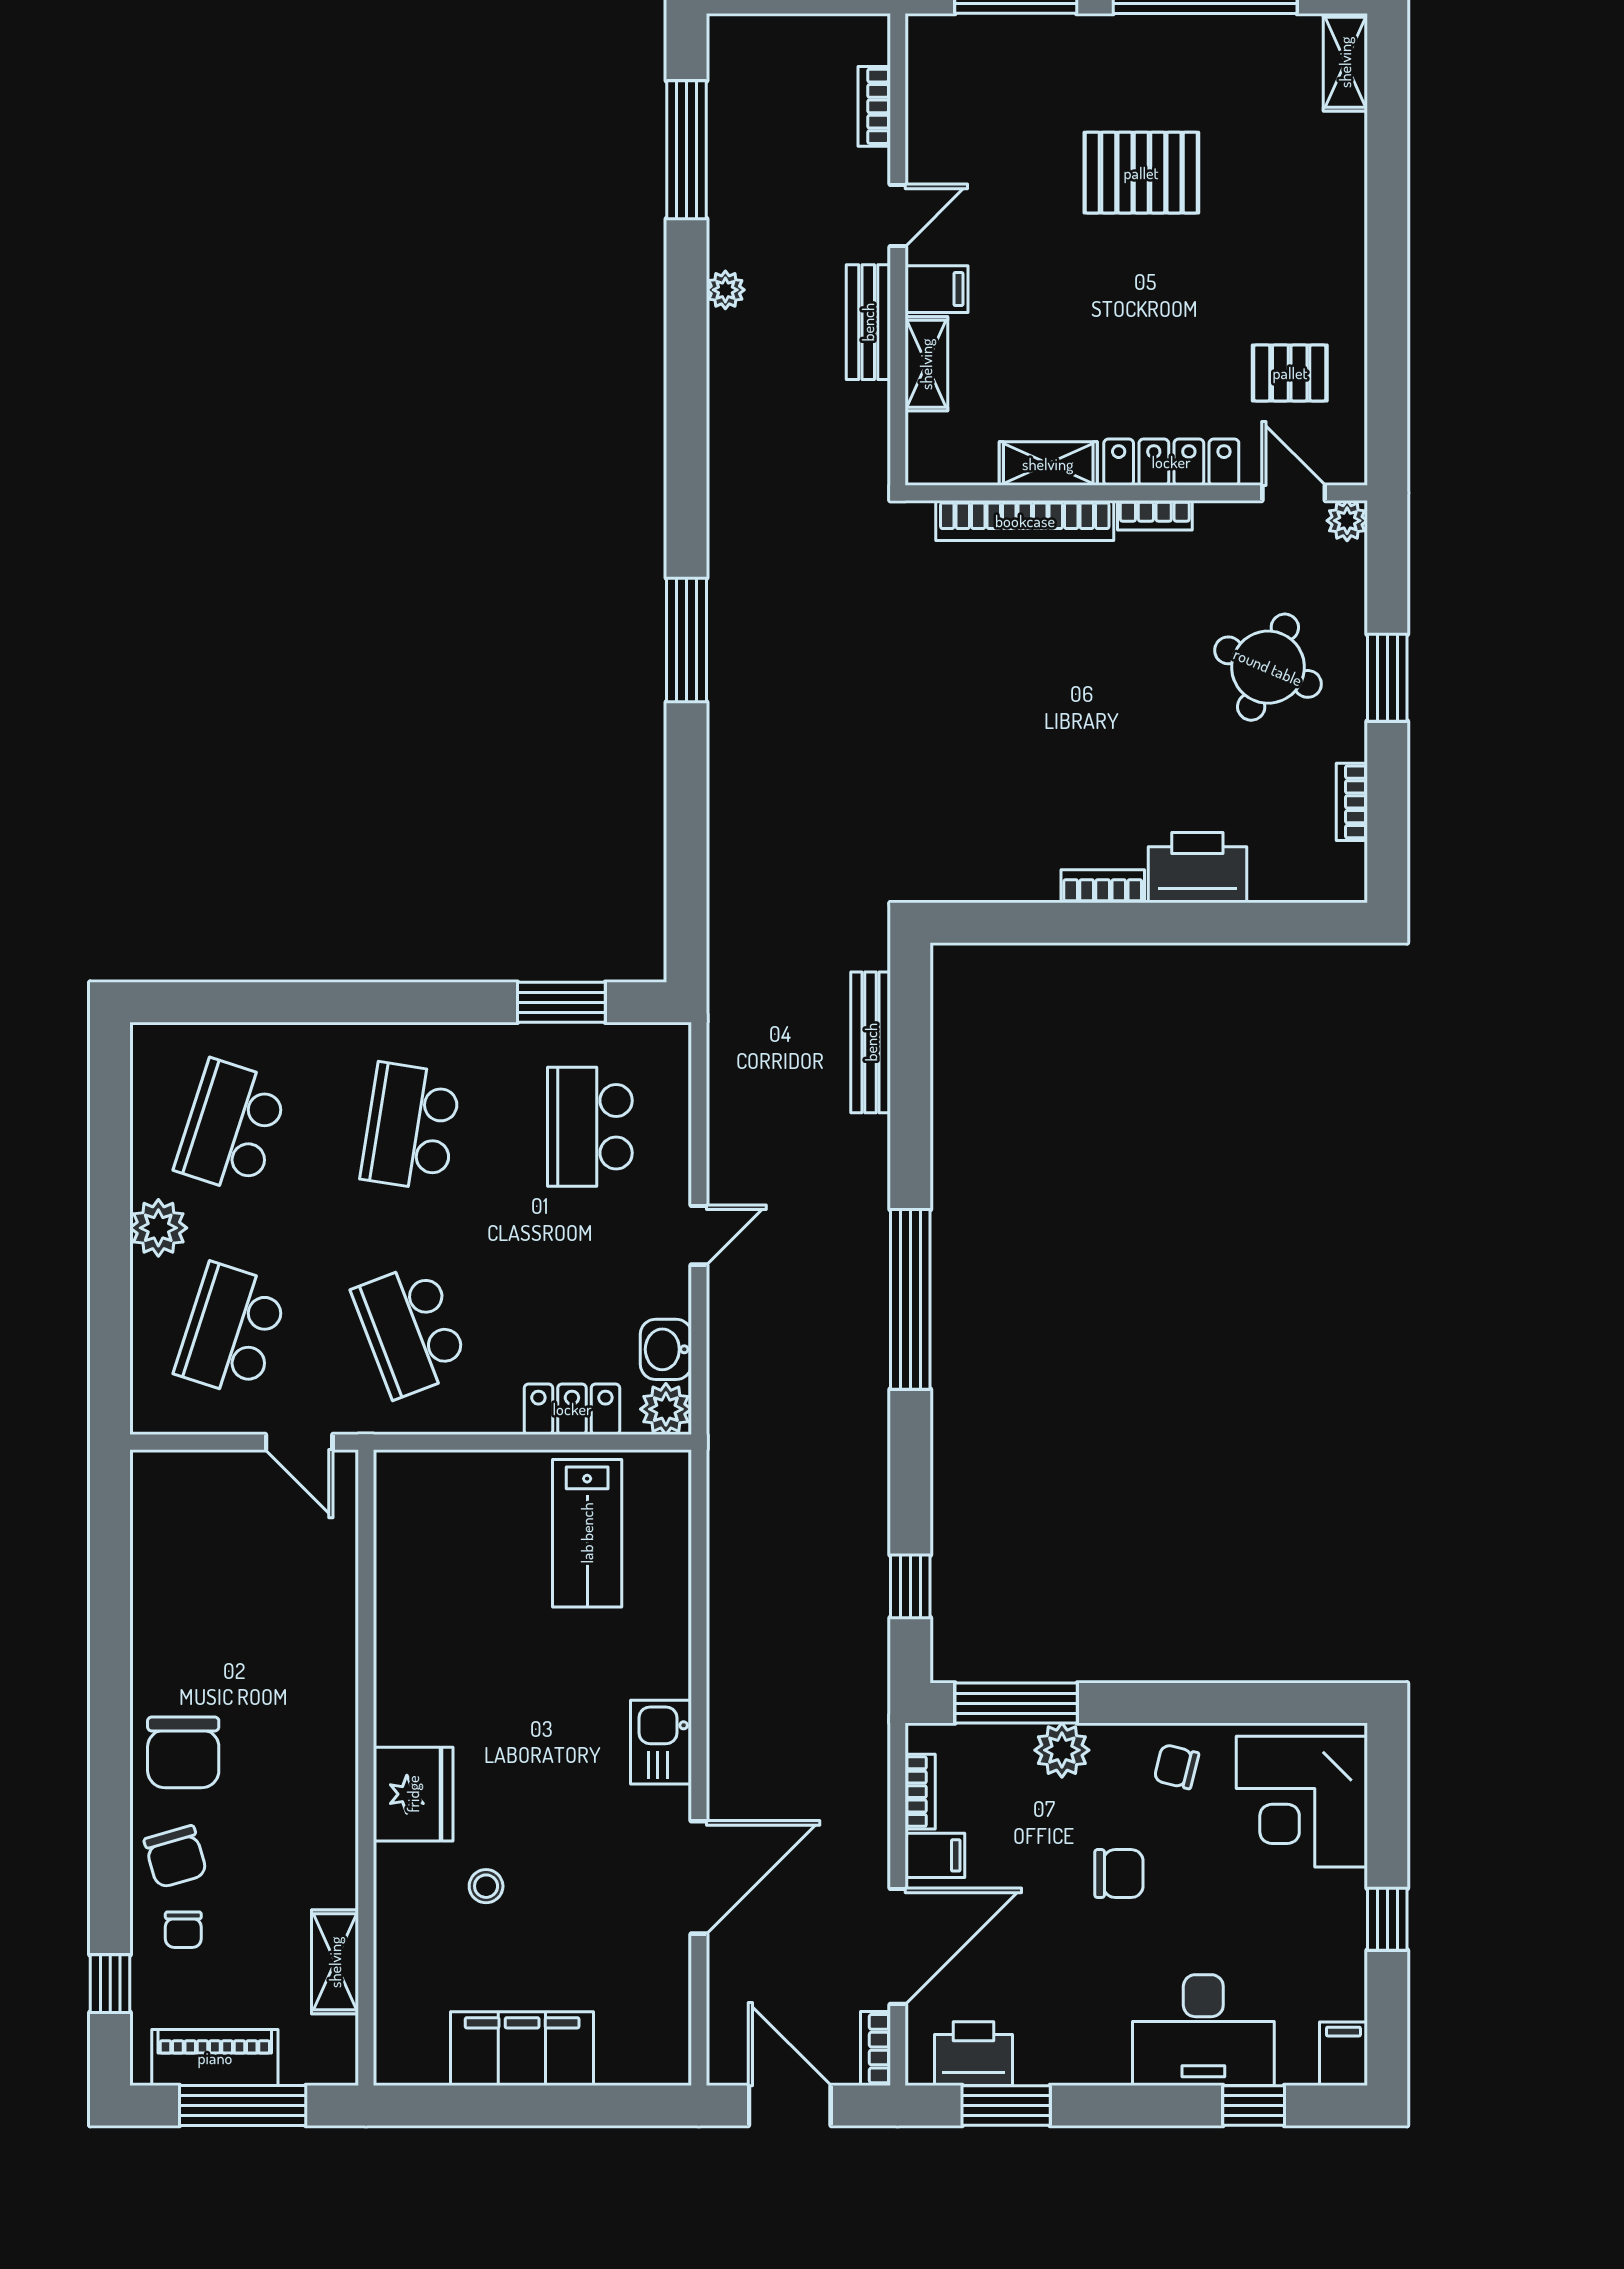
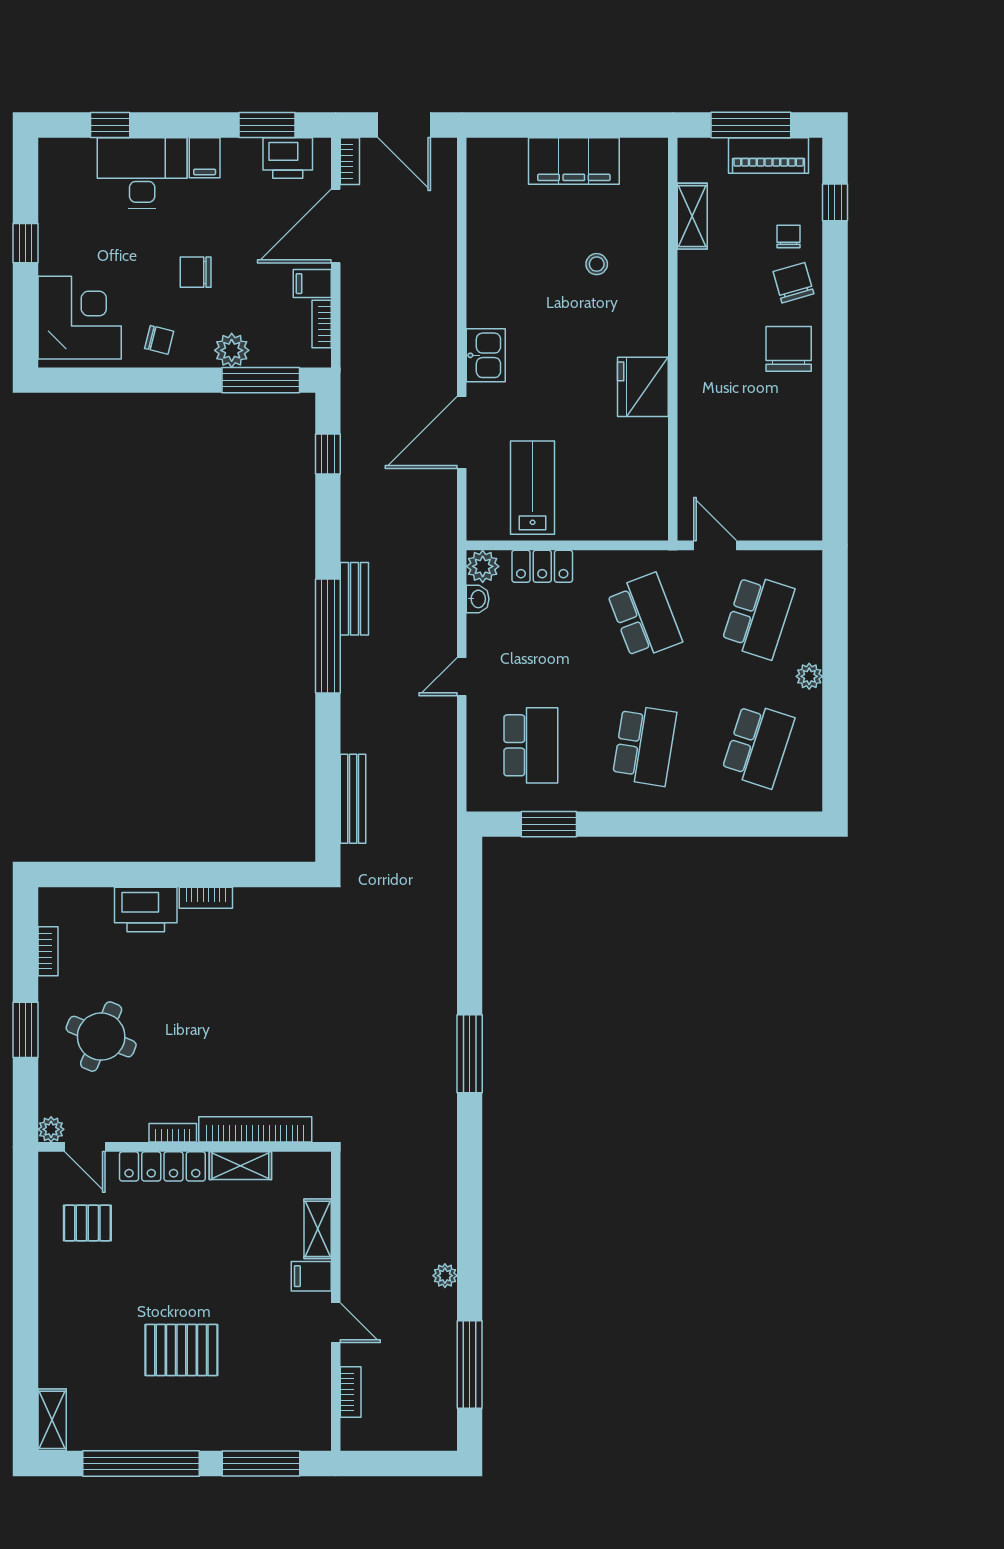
door: (898, 216) -> (336, 1323), swing flipped
bench: (868, 322) -> (354, 599), moved
plant: (158, 1228) -> (809, 676), width x0.73, depth x0.73
washbasin: (666, 1349) -> (478, 599), width x0.72, depth x0.69
fridge: (413, 1794) -> (643, 387), moved
door: (699, 1877) -> (462, 432), moved
filing cabinet: (1343, 2054) -> (205, 158), moved

